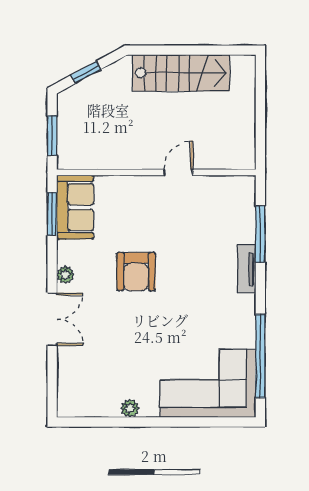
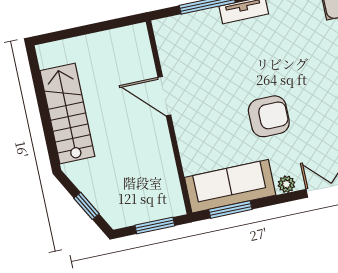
door: (178, 172) -> (164, 96), width x1.38
sofa: (75, 207) -> (230, 186), width x1.36

